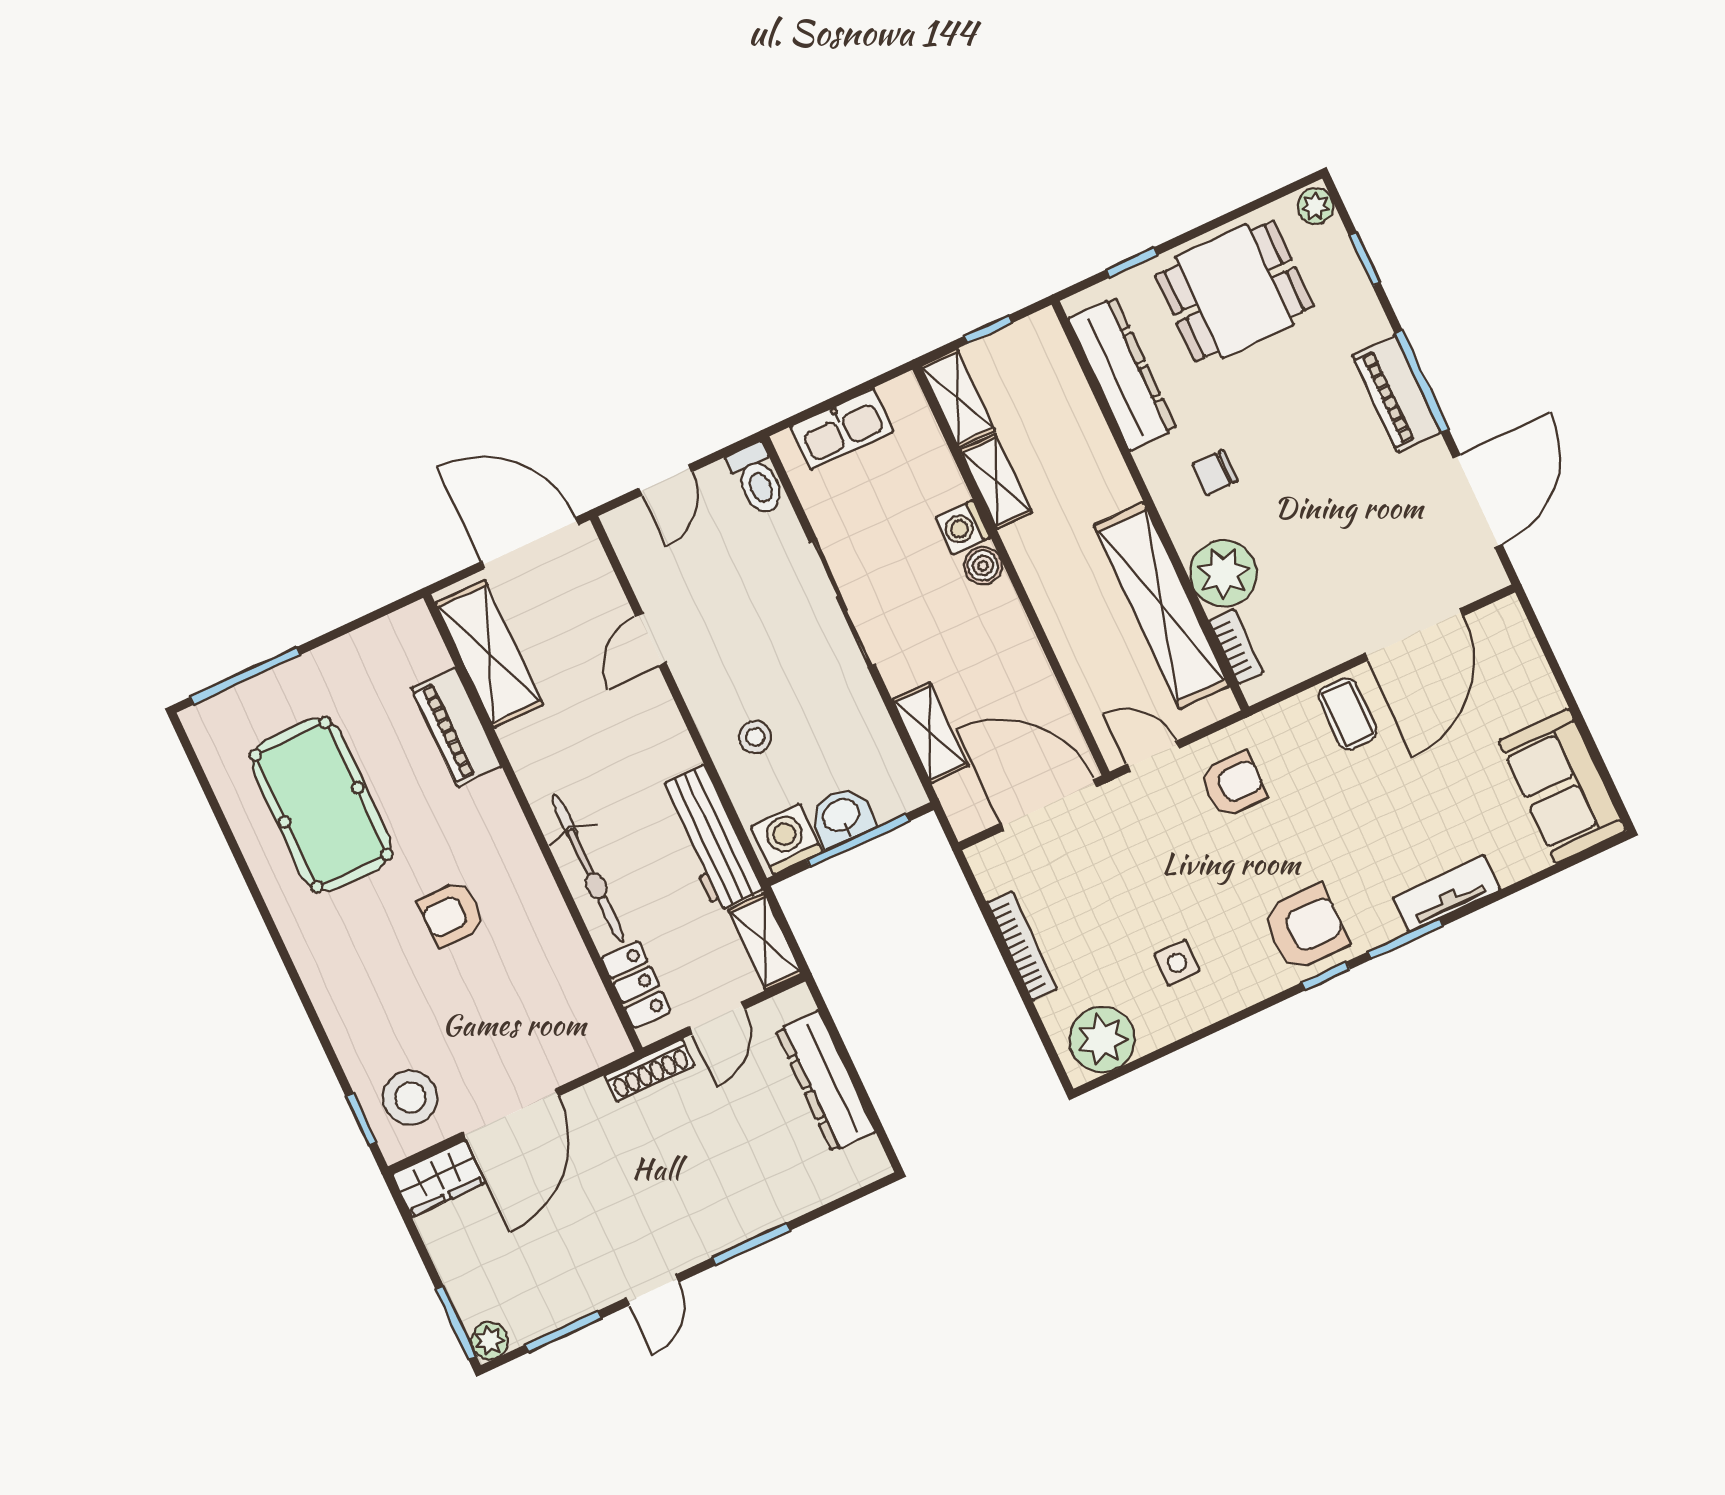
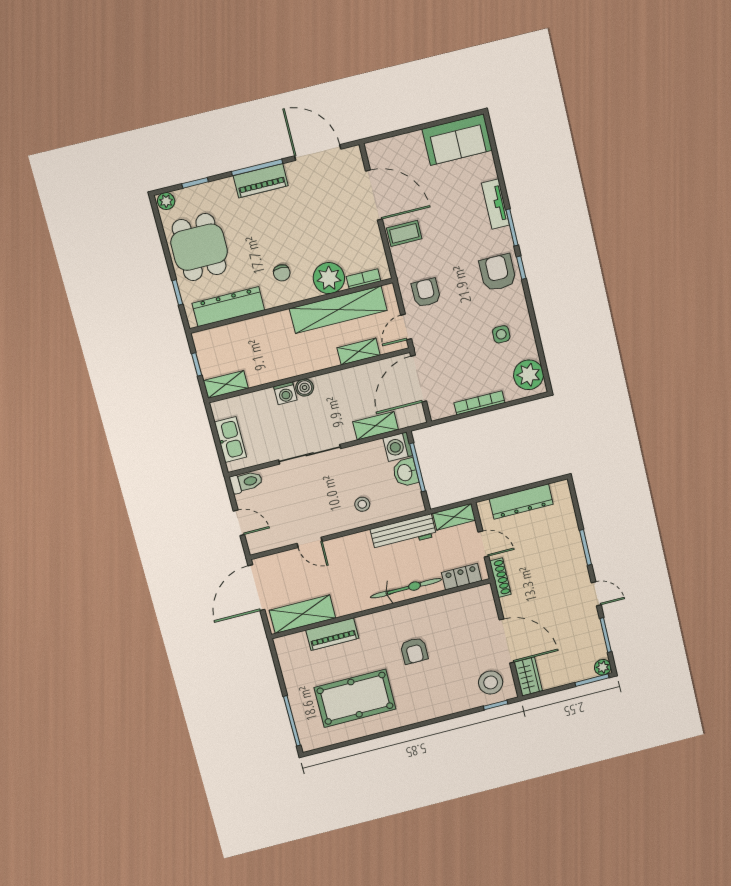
shelving: (996, 481) -> (359, 351), moved
washing machine: (787, 839) -> (398, 447), moved

